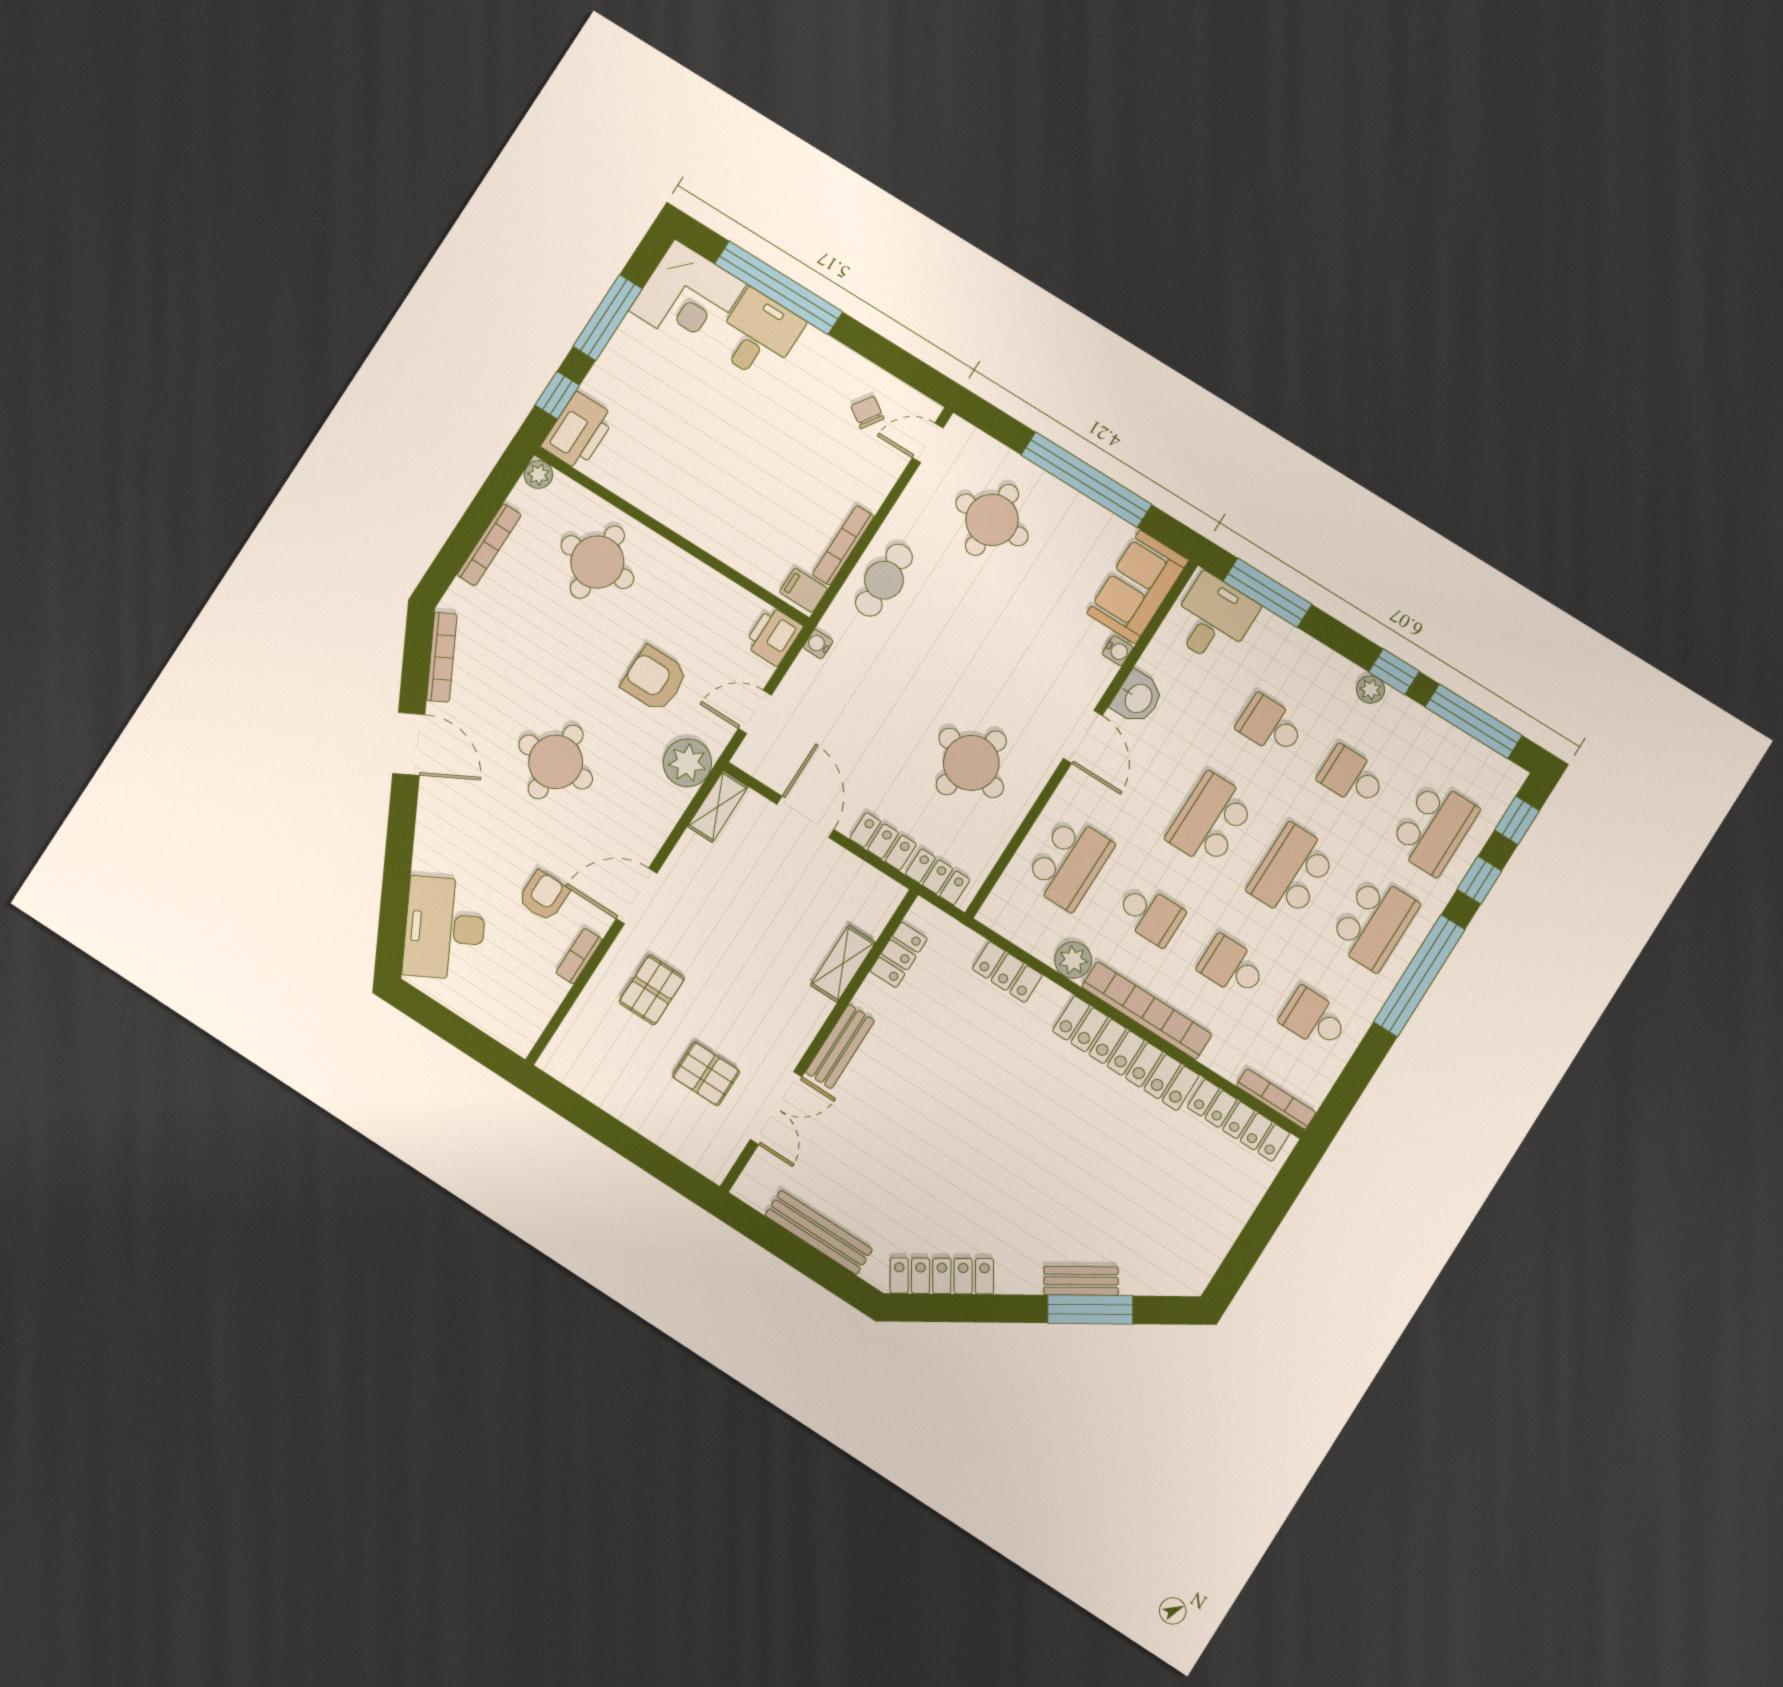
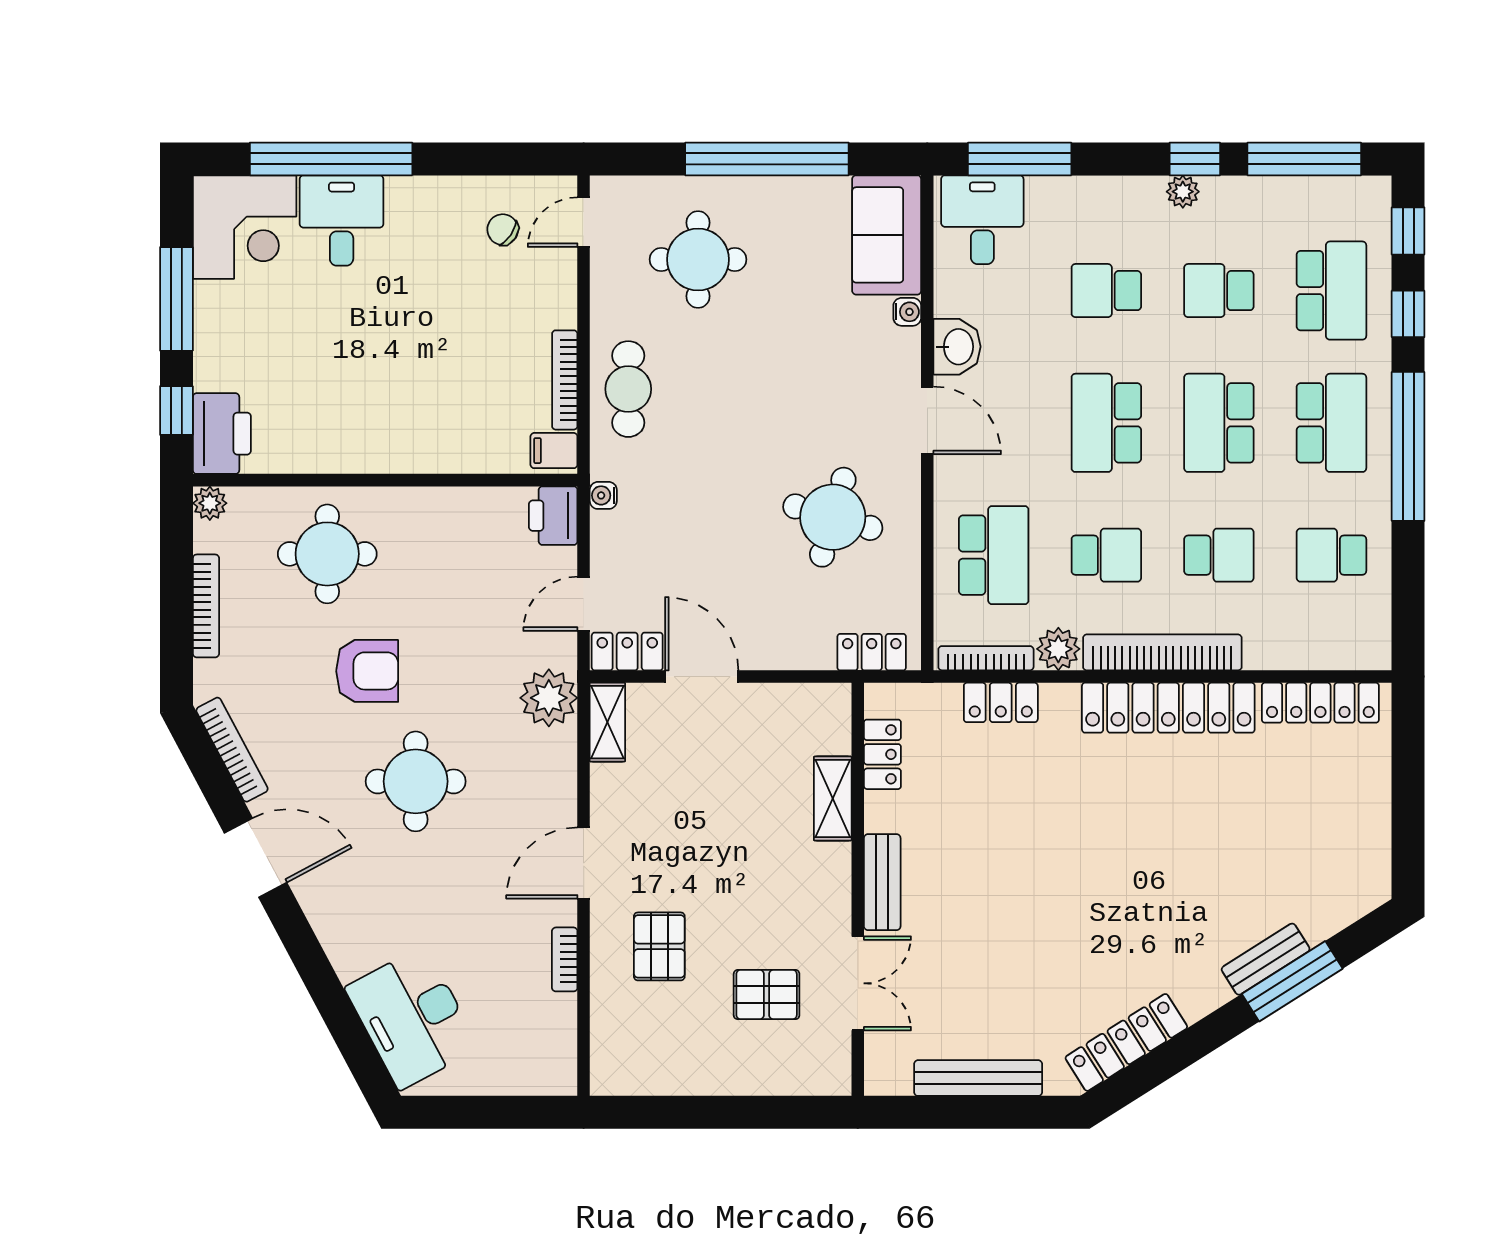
armchair: (655, 679) -> (367, 671), moved, turned 180
locker: (883, 841) -> (627, 651), moved
armchair: (544, 896) -> (490, 922), removed
school desk: (1232, 967) -> (1219, 555), turned 180
bookcase: (1276, 1099) -> (986, 658), moved

